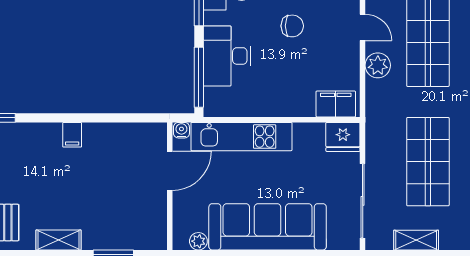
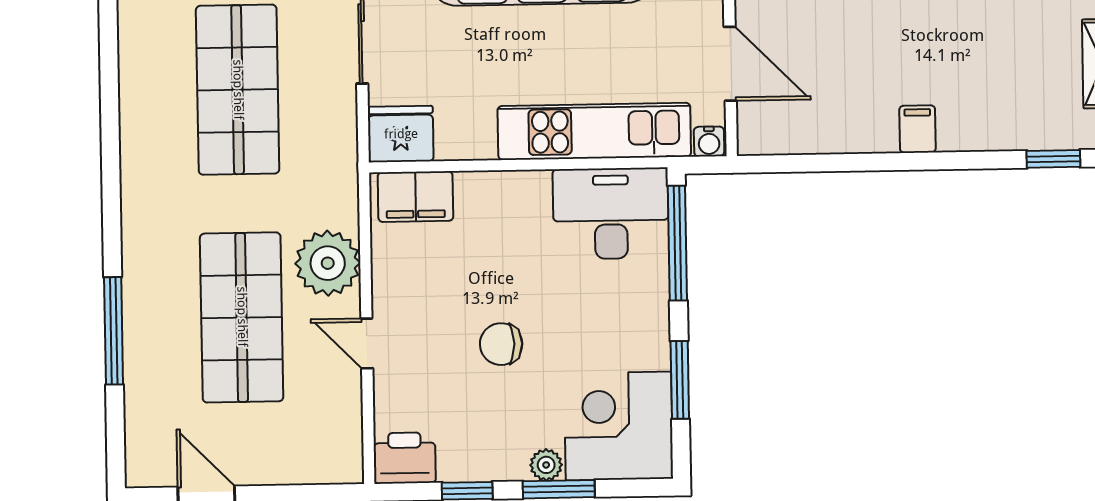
desk: (227, 56) -> (611, 214), moved, turned -90
plant: (378, 65) -> (328, 263), width x1.36, depth x1.36
door: (170, 171) -> (730, 64), swing flipped

